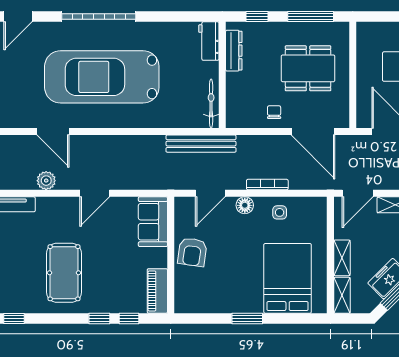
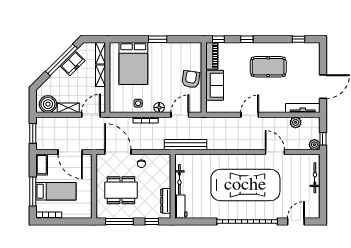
garage door: (99, 16) -> (247, 221), width x1.36
bicycle: (211, 103) -> (179, 179), moved
plant: (46, 181) -> (296, 122), moved
sofa: (153, 222) -> (215, 85), moved
pool table: (64, 273) -> (268, 67), turned 90
window: (129, 319) -> (218, 39), moved

